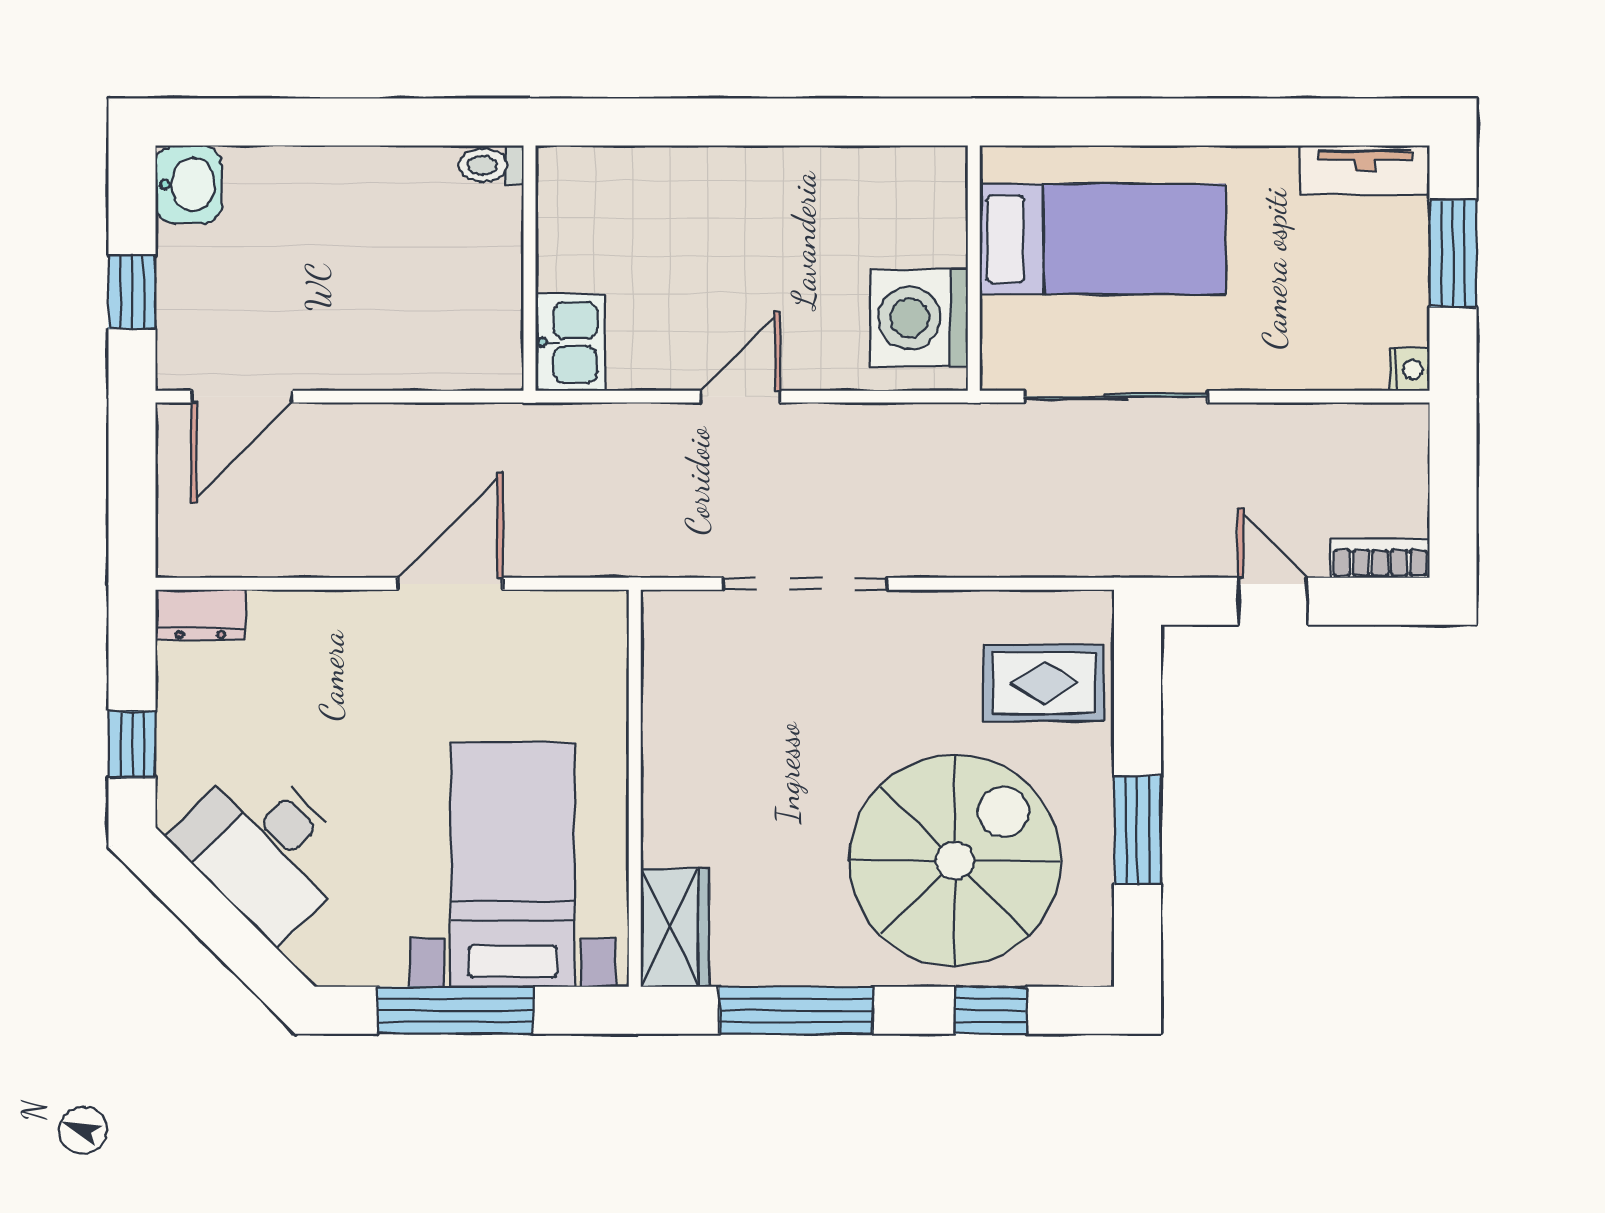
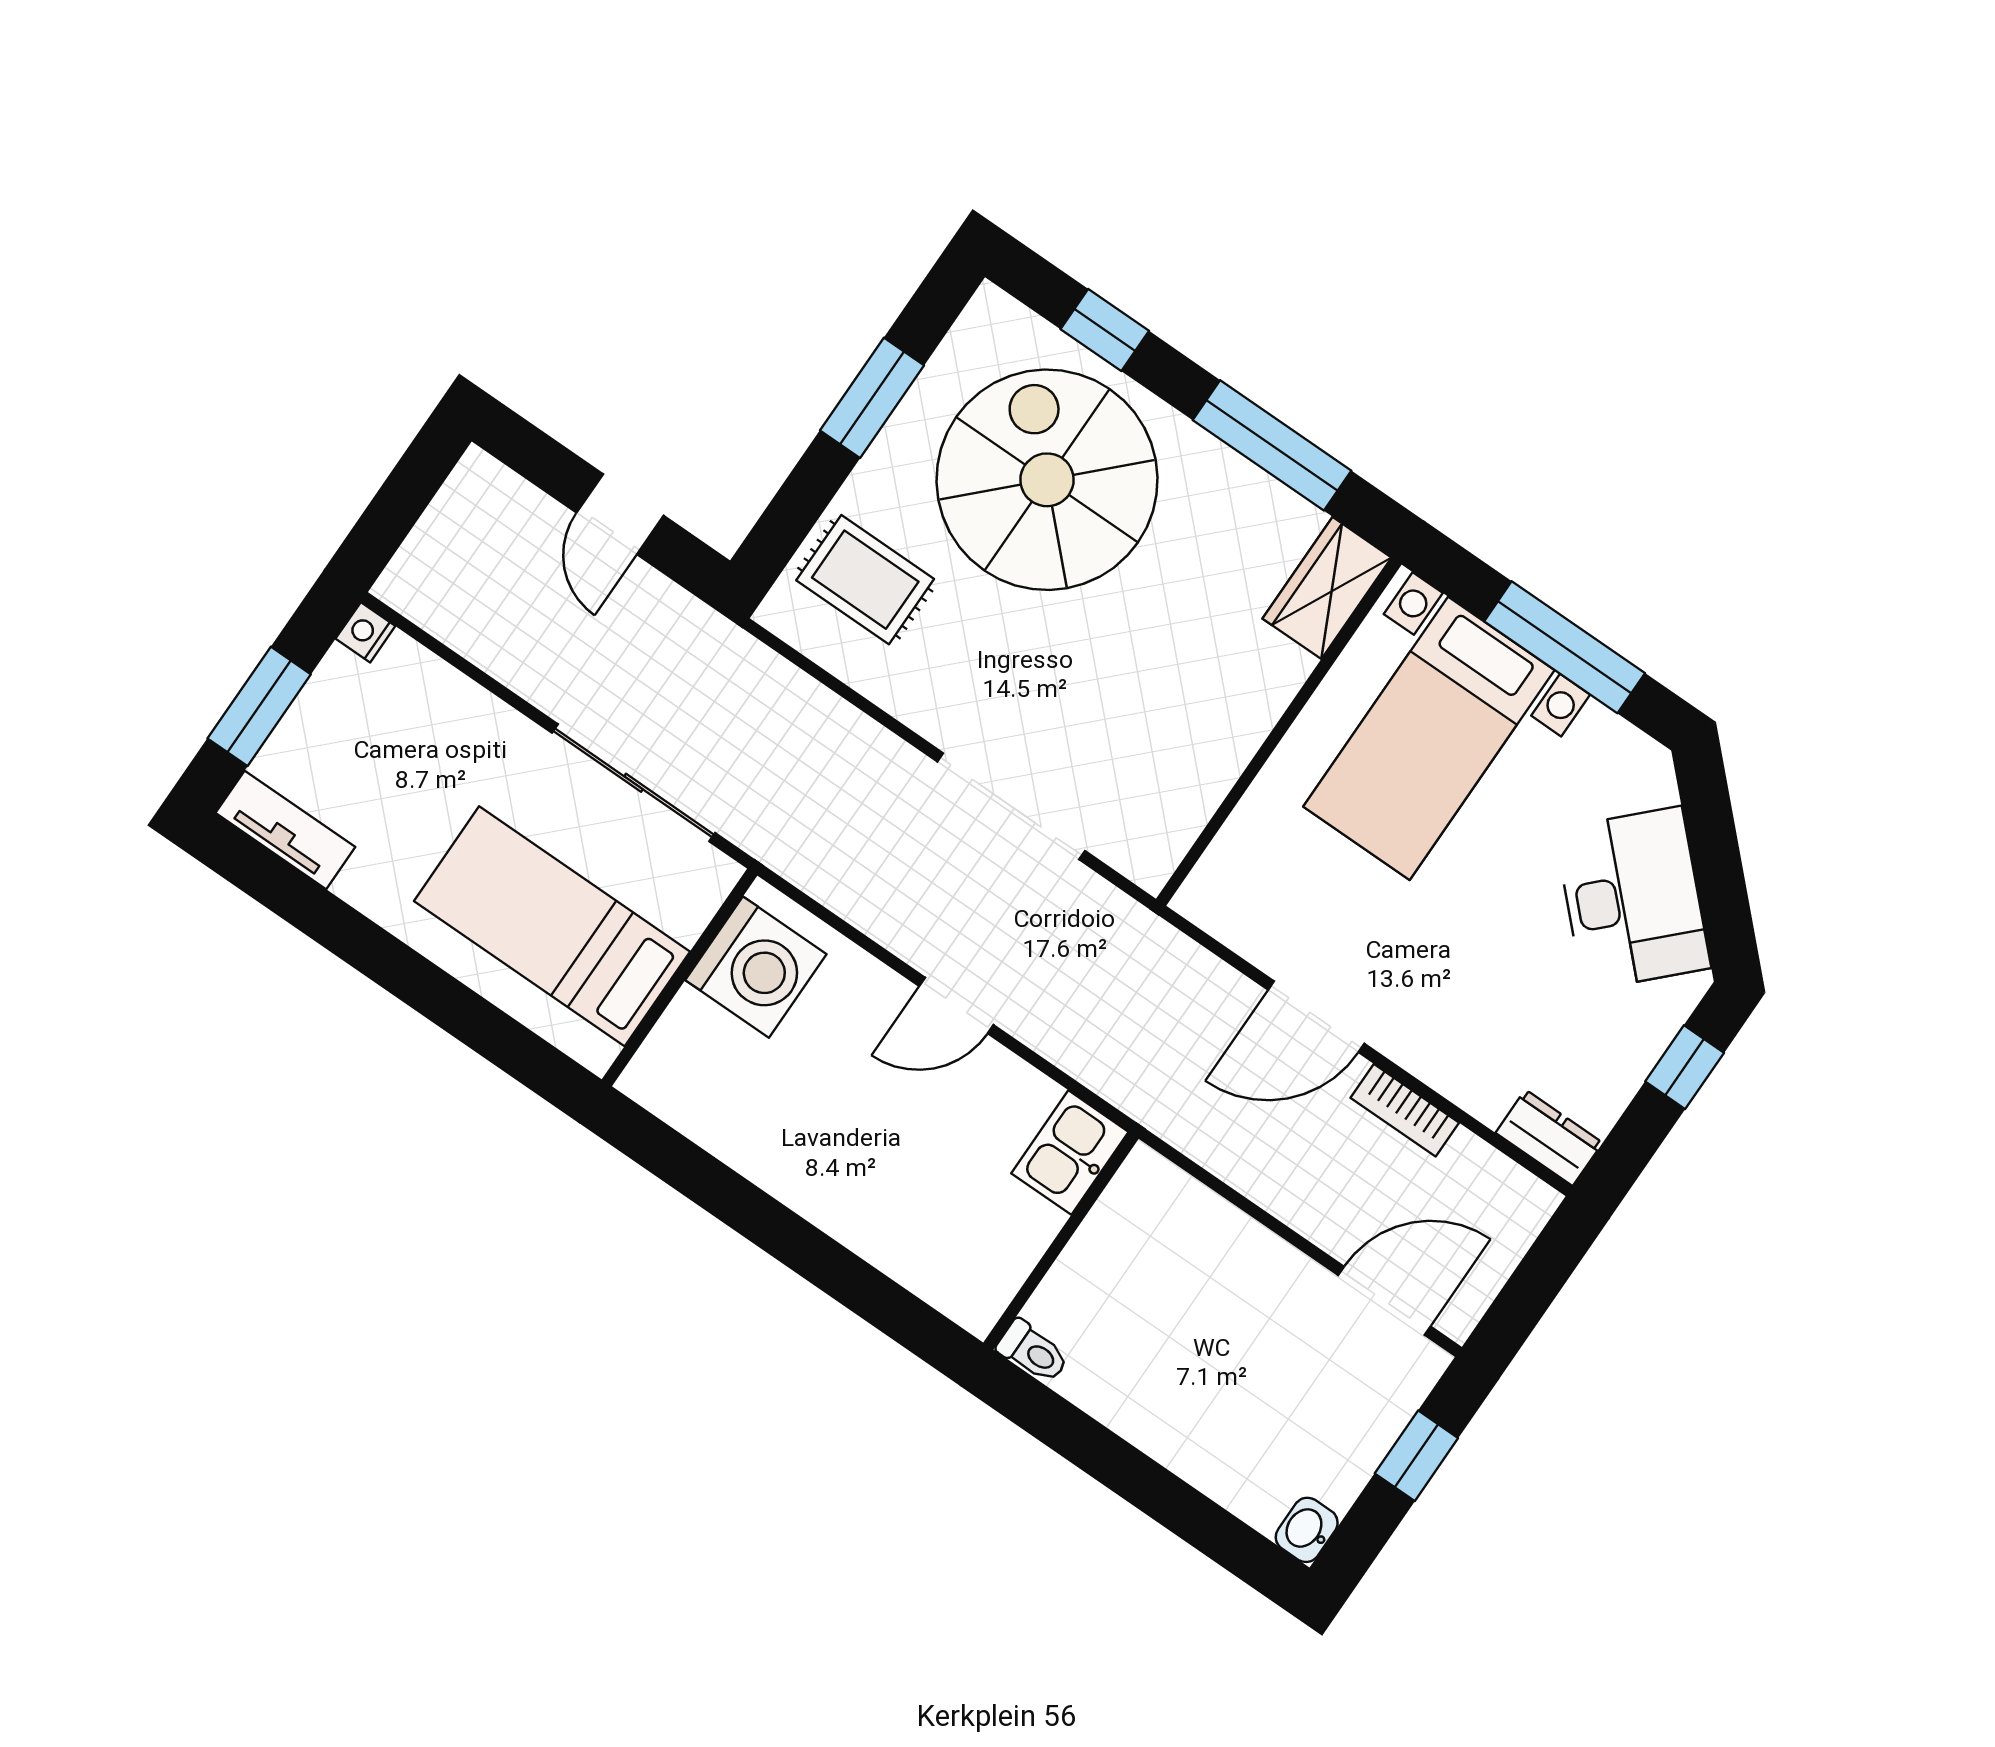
washbasin: (189, 184) -> (1307, 1530), width x0.72, depth x0.69
bookcase: (1380, 558) -> (1405, 1110), moved
spiral stairs: (955, 861) -> (1047, 480), turned 90

